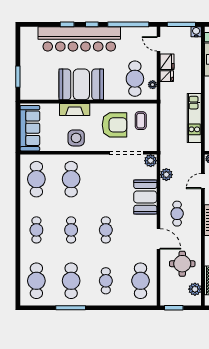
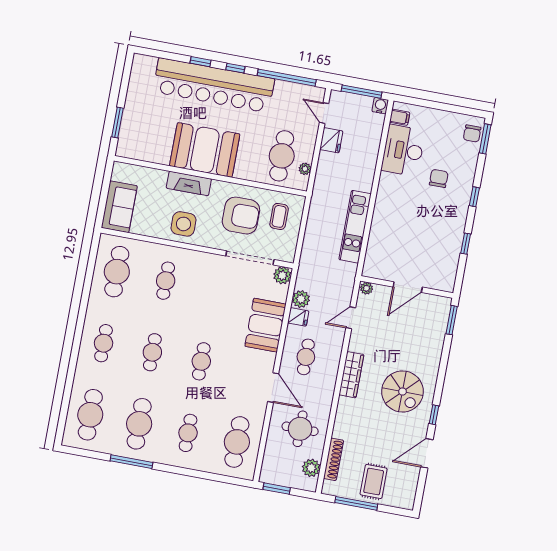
fridge: (167, 76) -> (298, 317), moved
sofa: (30, 128) -> (119, 207), width x0.73
cafe table: (71, 179) -> (166, 281), width x0.73, depth x0.74

